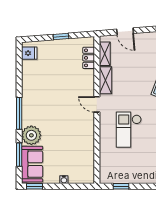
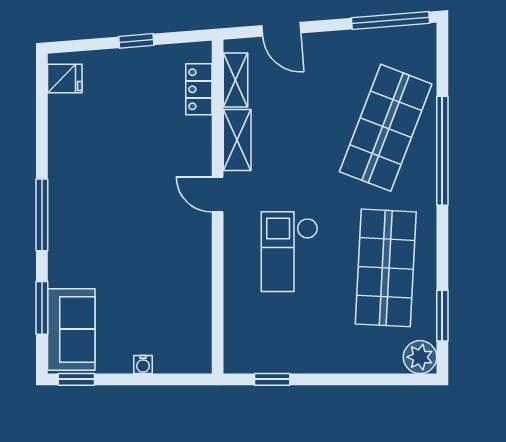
plant: (31, 135) -> (69, 264), removed

